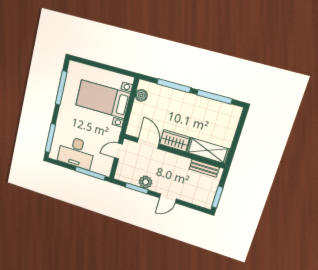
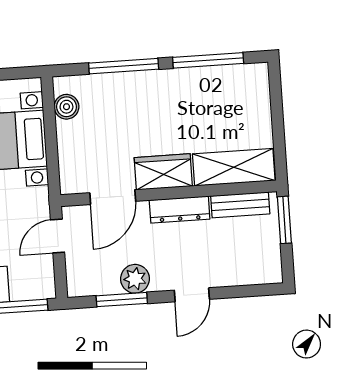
door: (148, 143) -> (113, 197), swing flipped
dresser: (176, 160) -> (180, 210), added
window: (217, 197) -> (284, 220), moved

